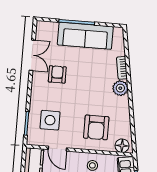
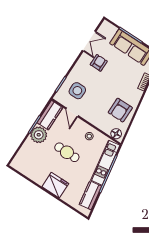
plant: (120, 88) -> (136, 95), removed
armchair: (96, 127) -> (120, 110), moved

